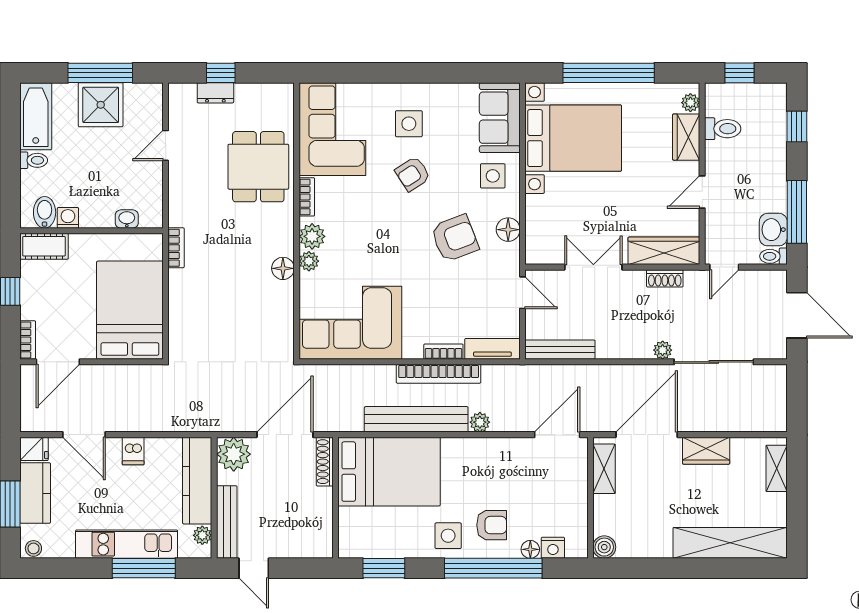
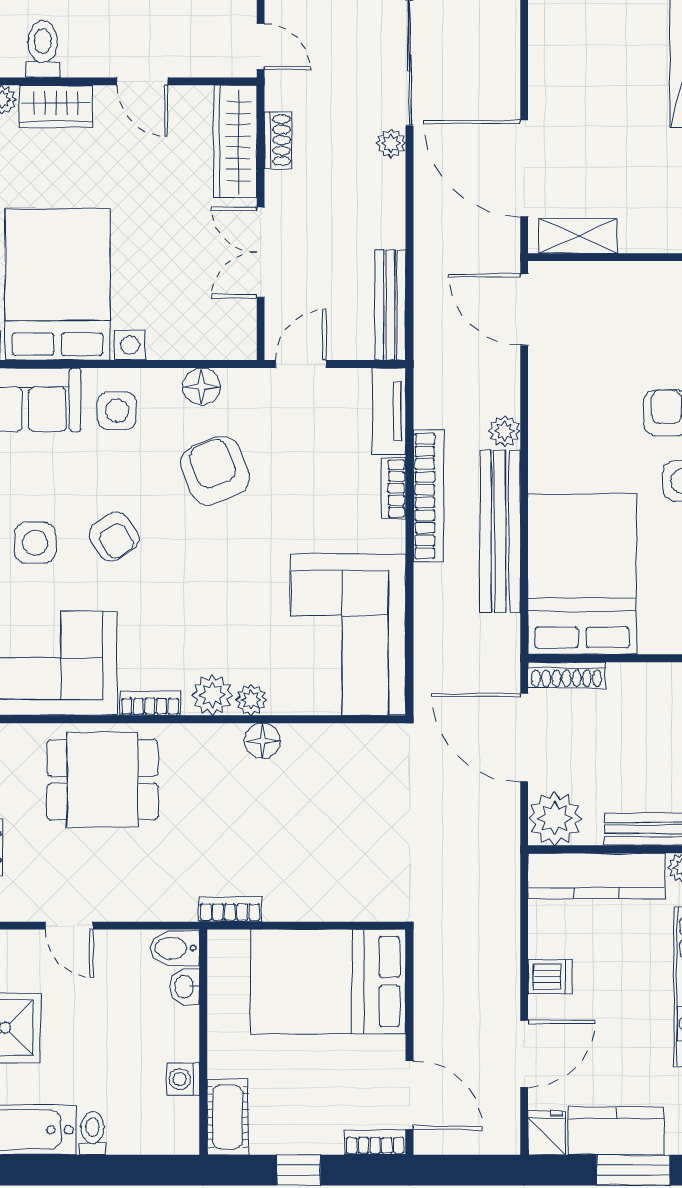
bidet: (45, 212) -> (174, 948), moved
wardrobe: (706, 451) -> (549, 75), removed

